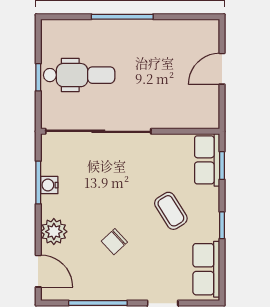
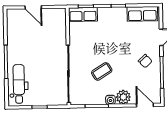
dental chair: (79, 75) -> (19, 84), moved
water cooler: (49, 185) -> (110, 100), moved
coffee table: (171, 211) -> (102, 71), moved
chair: (114, 242) -> (145, 61), moved
door: (38, 271) -> (145, 105), hinge flipped

